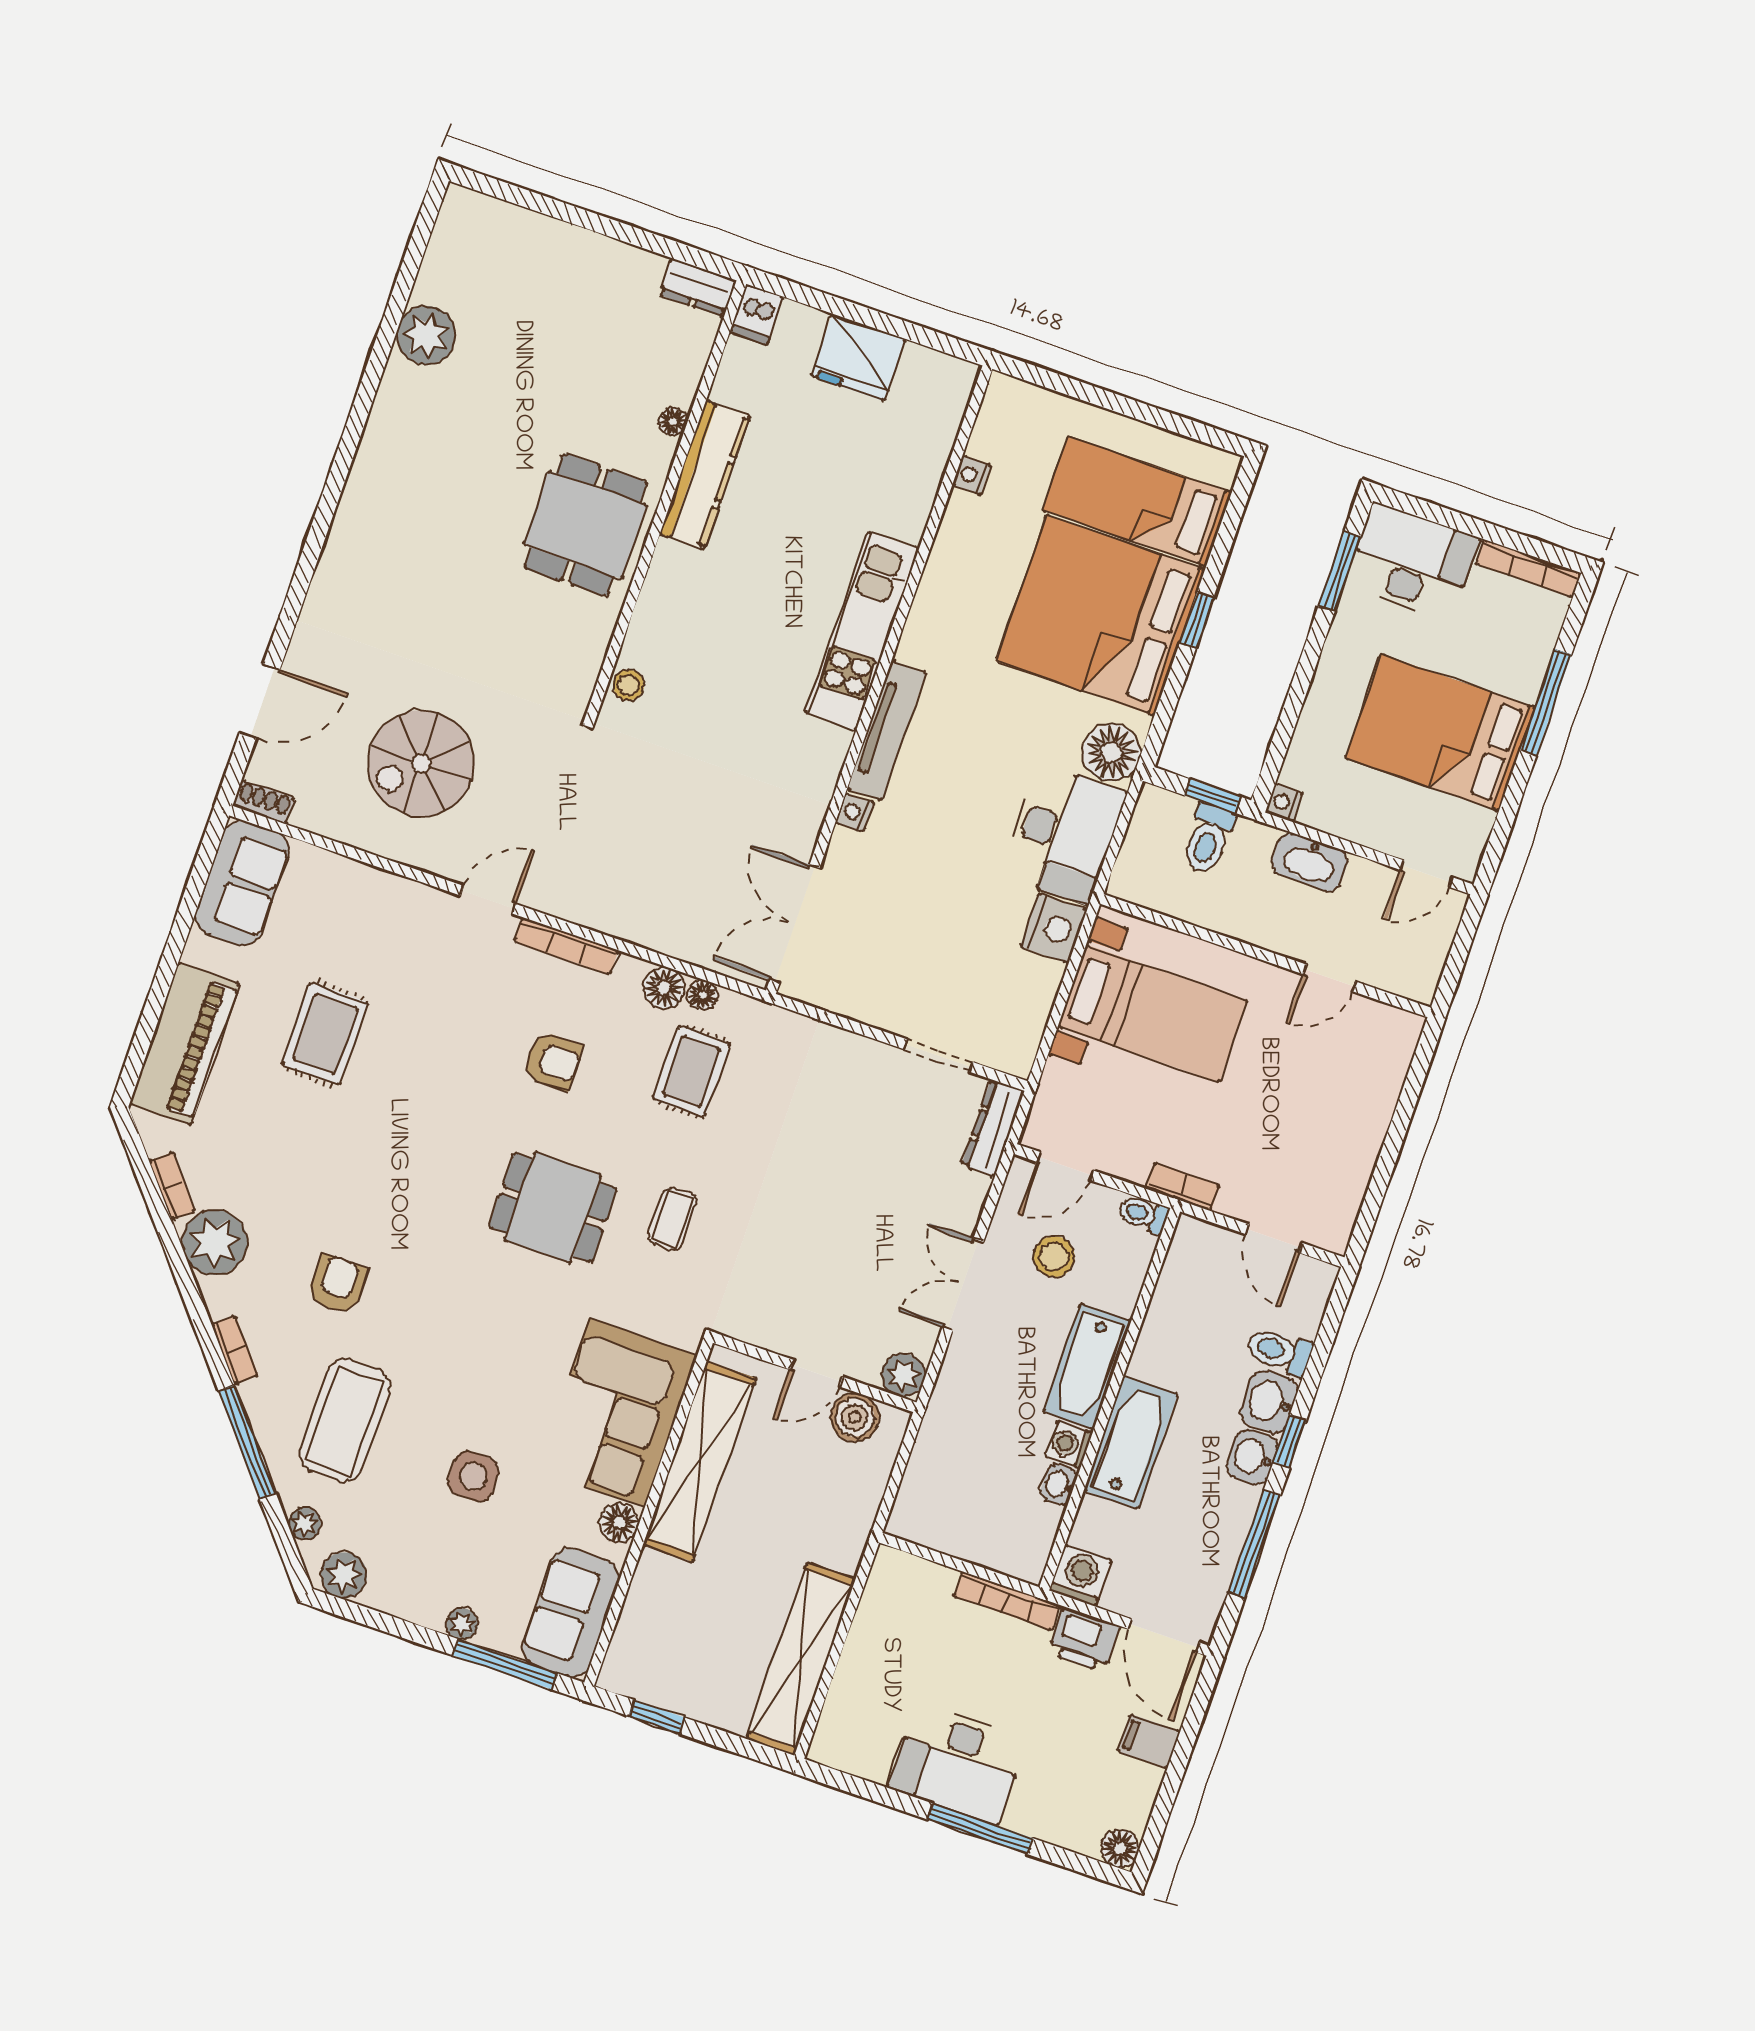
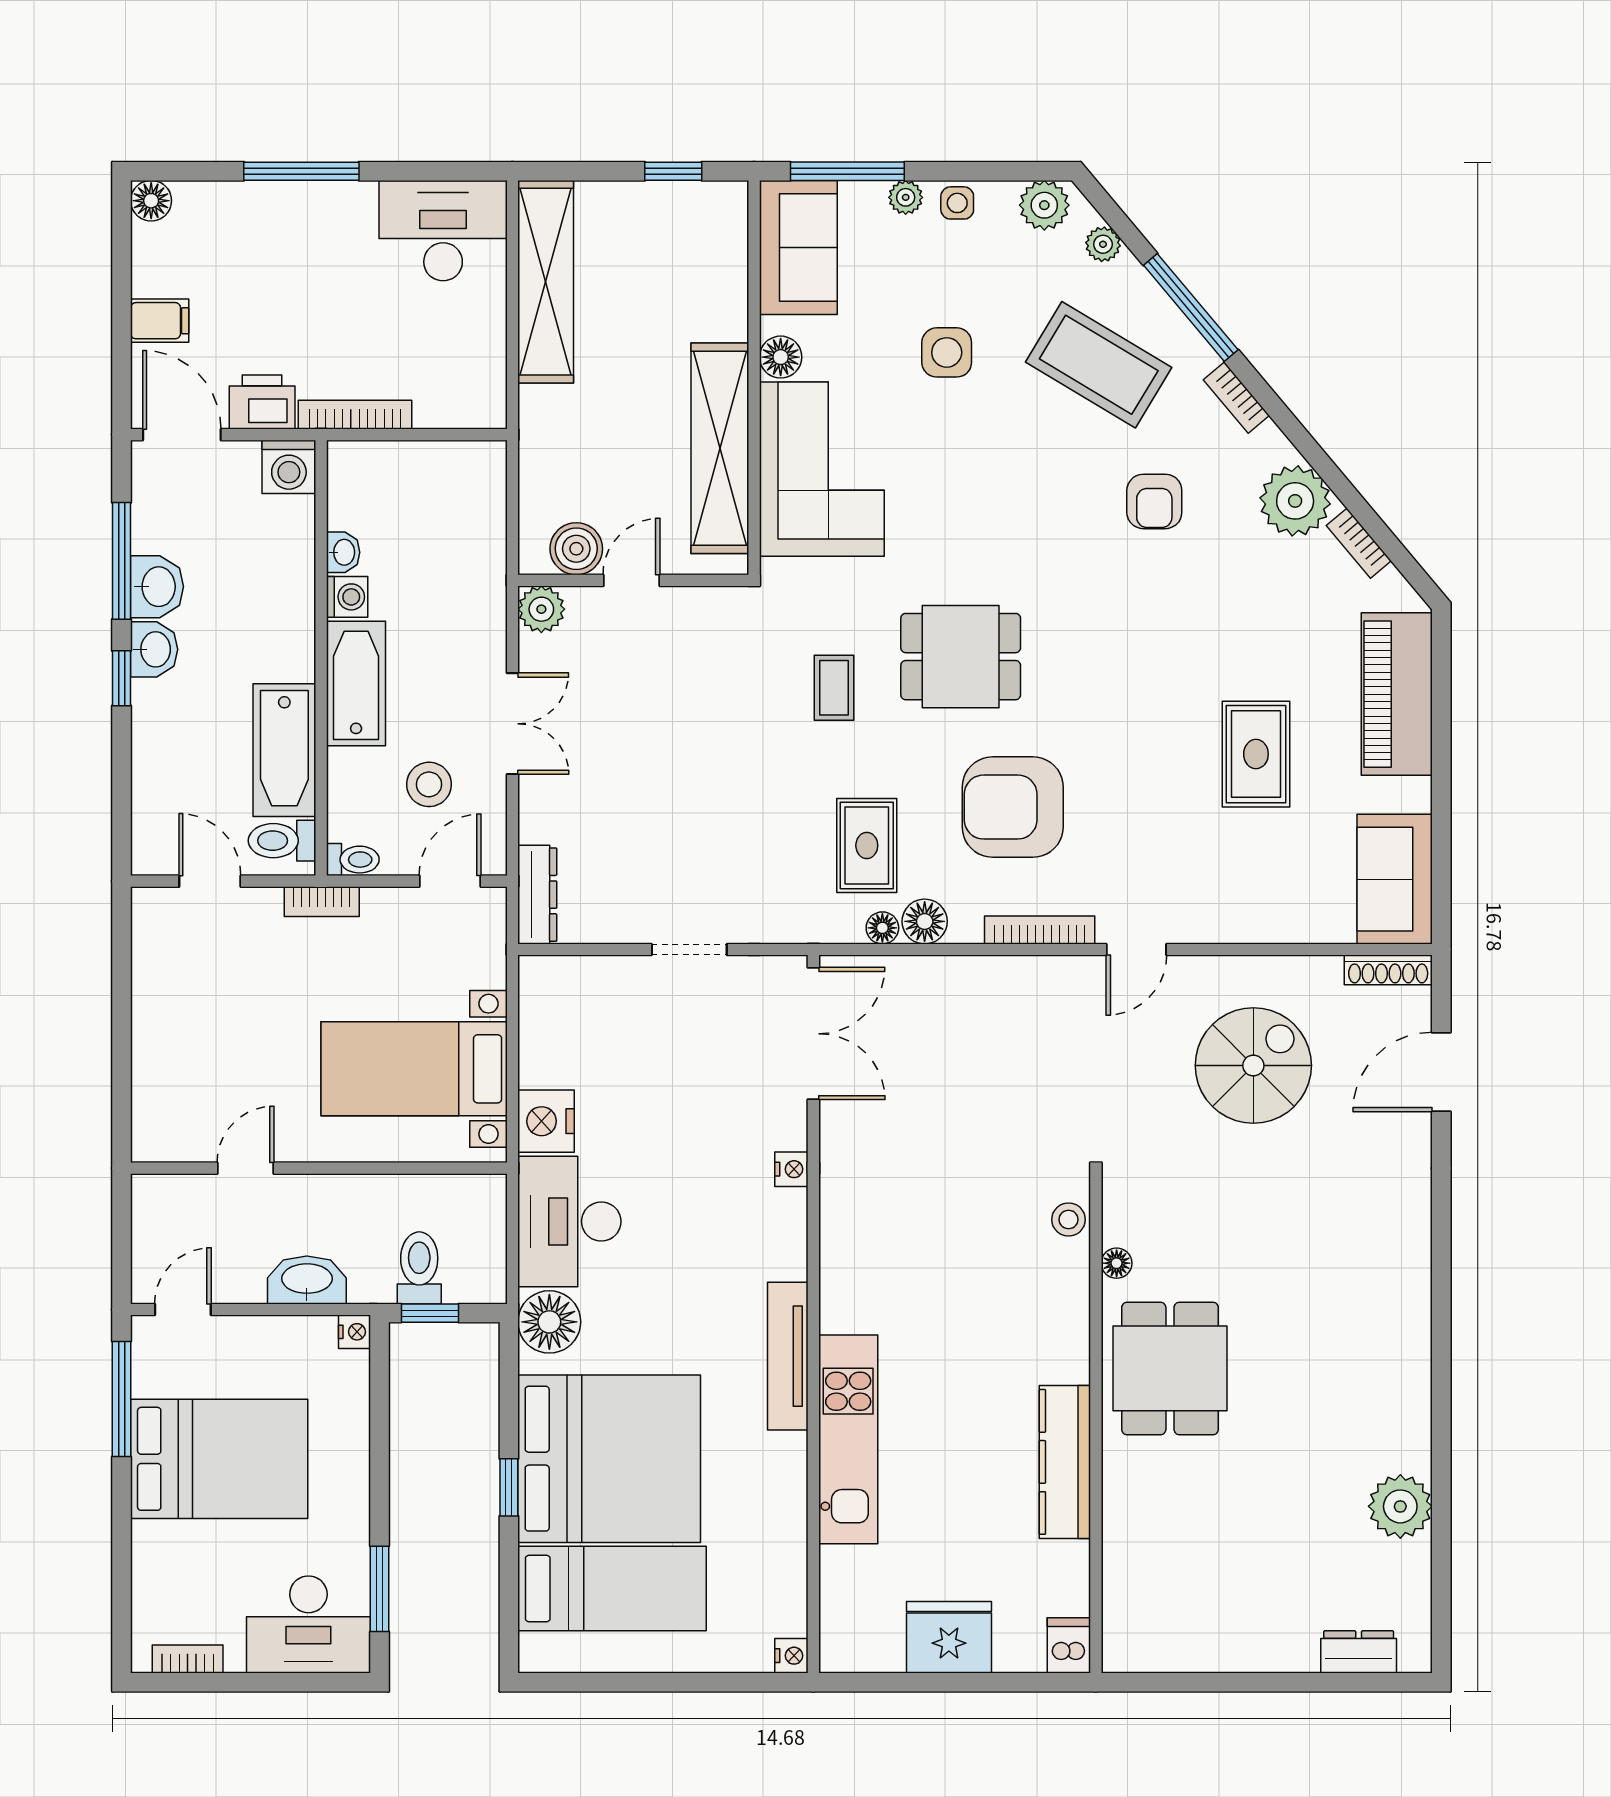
dresser: (698, 287) -> (1359, 1652), moved
floor lamp: (673, 422) -> (1117, 1263), moved
nightstand: (971, 475) -> (791, 1656), moved
bookcase: (1528, 568) -> (188, 1659), width x0.64
kitchen unit: (862, 631) -> (848, 1439), moved
window: (1546, 702) -> (122, 1399), moved
tv unit: (886, 731) -> (788, 1356), moved
shoe rack: (264, 802) -> (1388, 970), width x1.43
doorway: (938, 1056) -> (689, 949), moved
armchair: (553, 1061) -> (1013, 807), width x1.88, depth x1.88
toilet: (1279, 1351) -> (282, 841), moved, turned 180
washbasin: (1269, 1402) -> (157, 587), moved
coffee table: (345, 1420) -> (1099, 365), turned -59
bathtub: (1131, 1442) -> (284, 750), moved
side table: (419, 1603) -> (957, 203), added
desk: (957, 1763) -> (443, 231), moved

